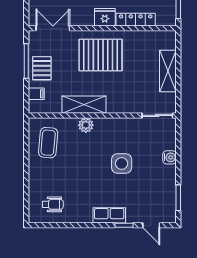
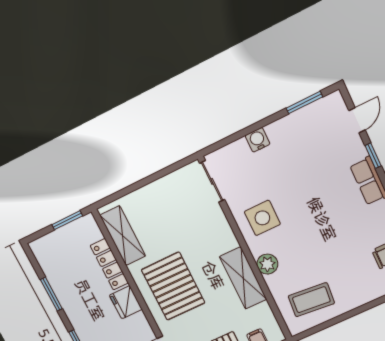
shelving: (168, 71) -> (123, 236), moved, turned 90
side table: (122, 164) -> (262, 218), moved

